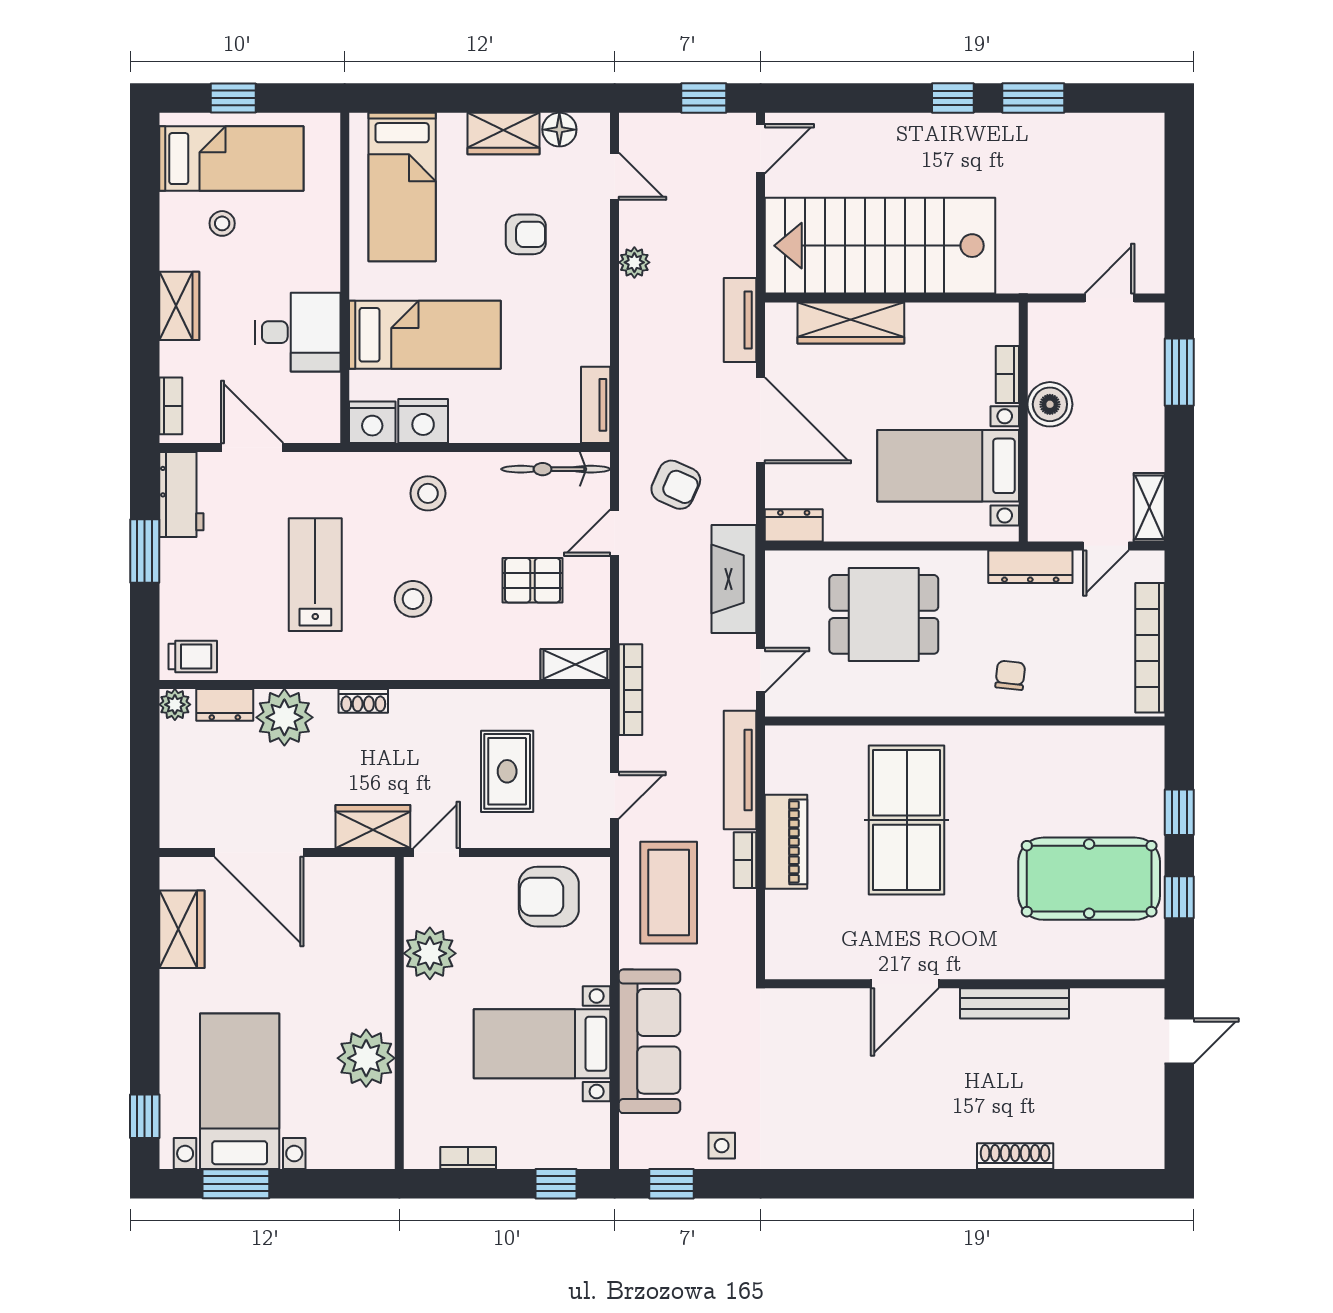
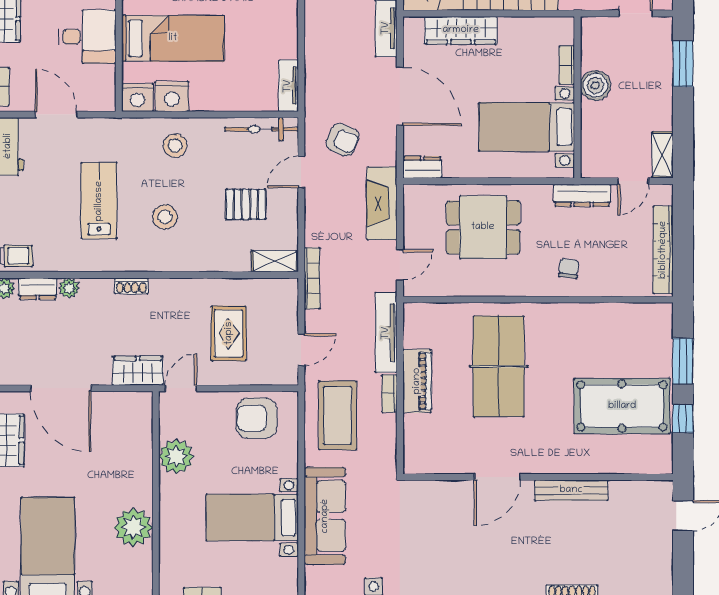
plant: (284, 717) -> (69, 288), width x0.53, depth x0.53
window: (1179, 812) -> (683, 361), width x1.50

